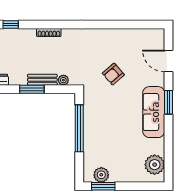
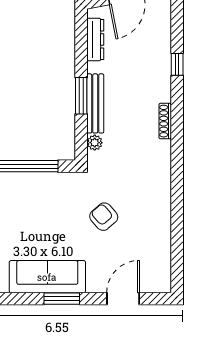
bench: (42, 80) -> (95, 103), width x1.36

